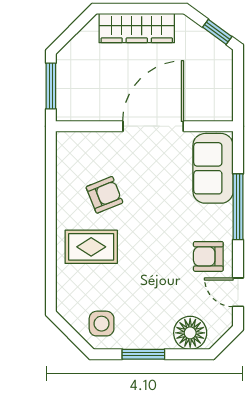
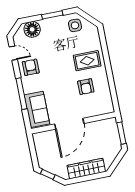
armchair: (104, 195) -> (86, 87), turned -68
armchair: (208, 256) -> (31, 67), turned -90

